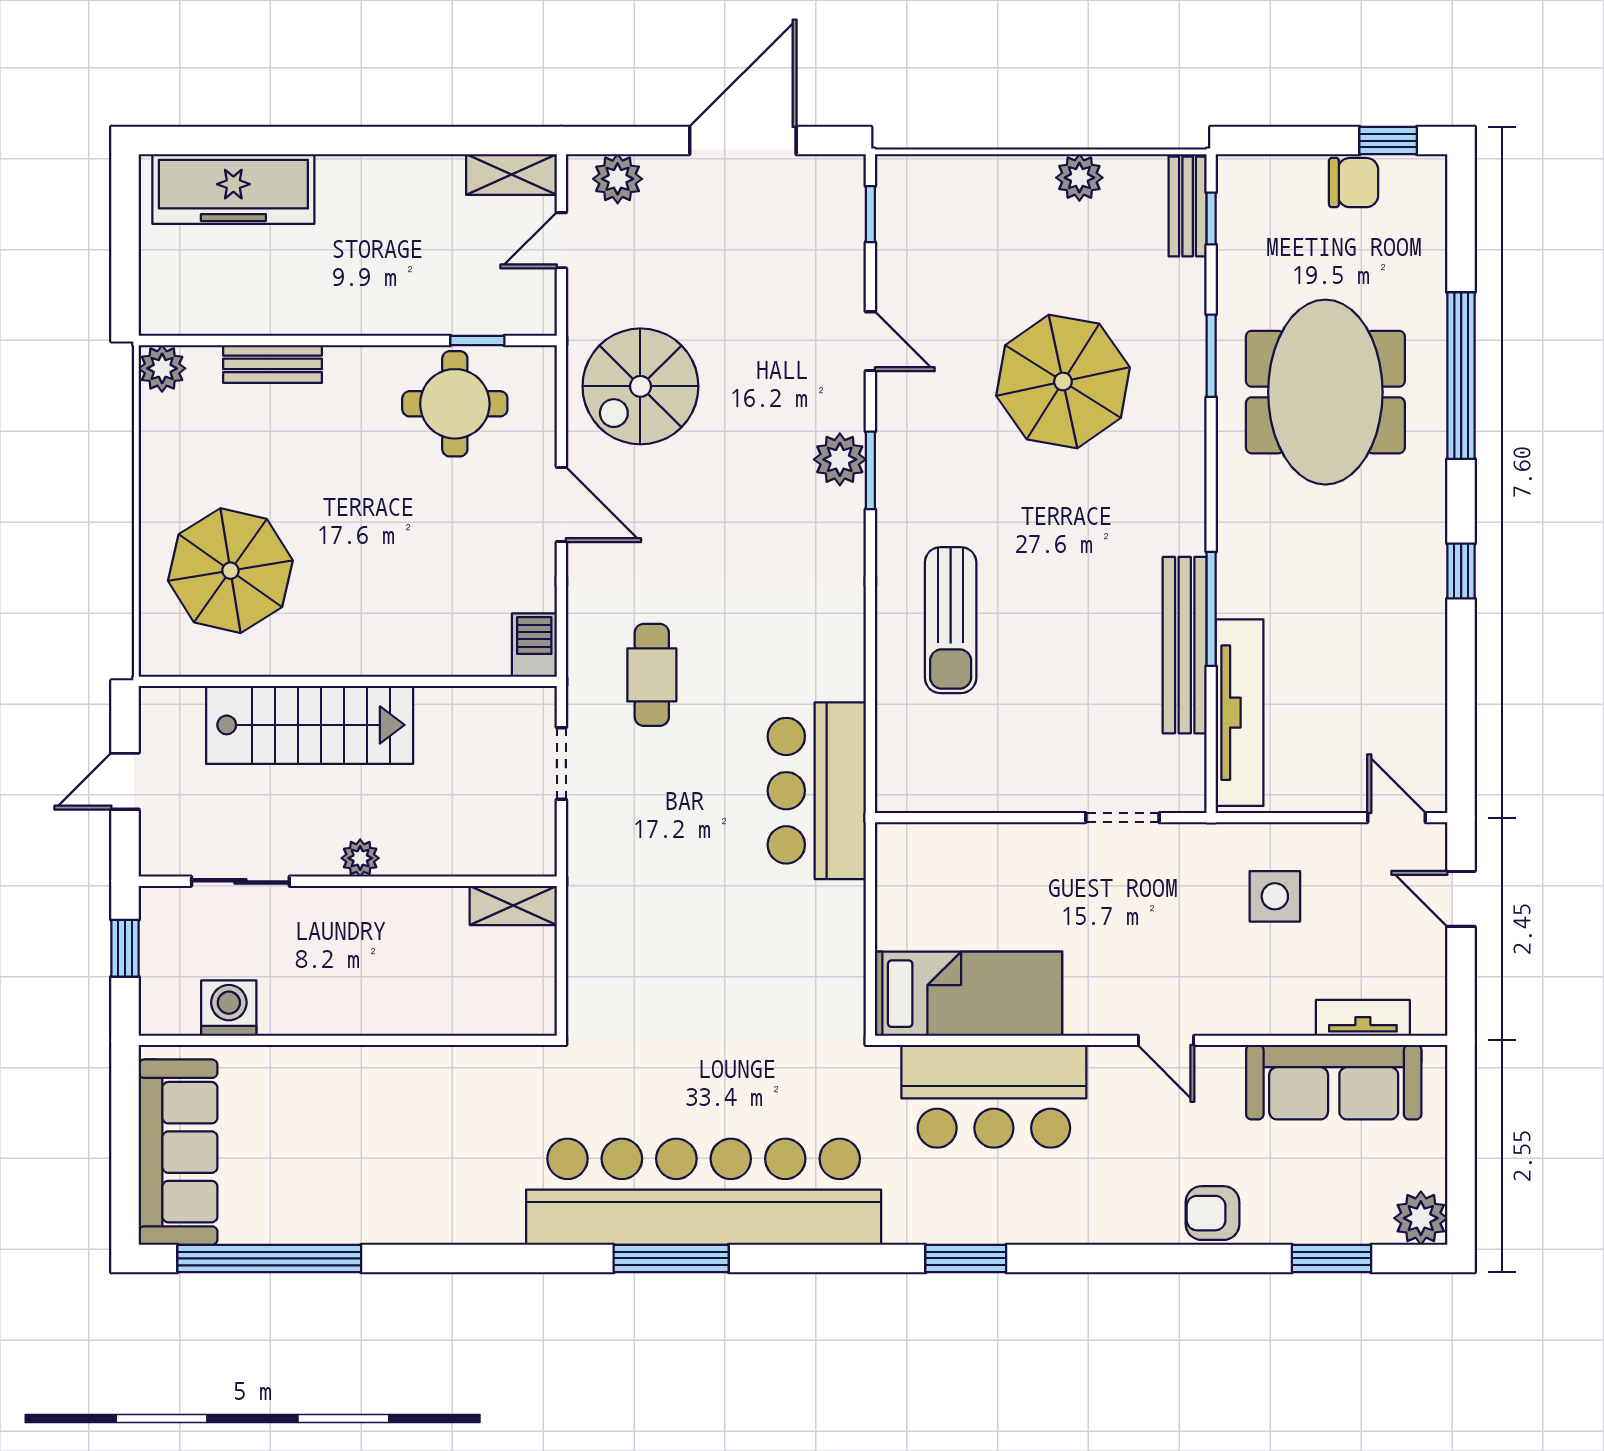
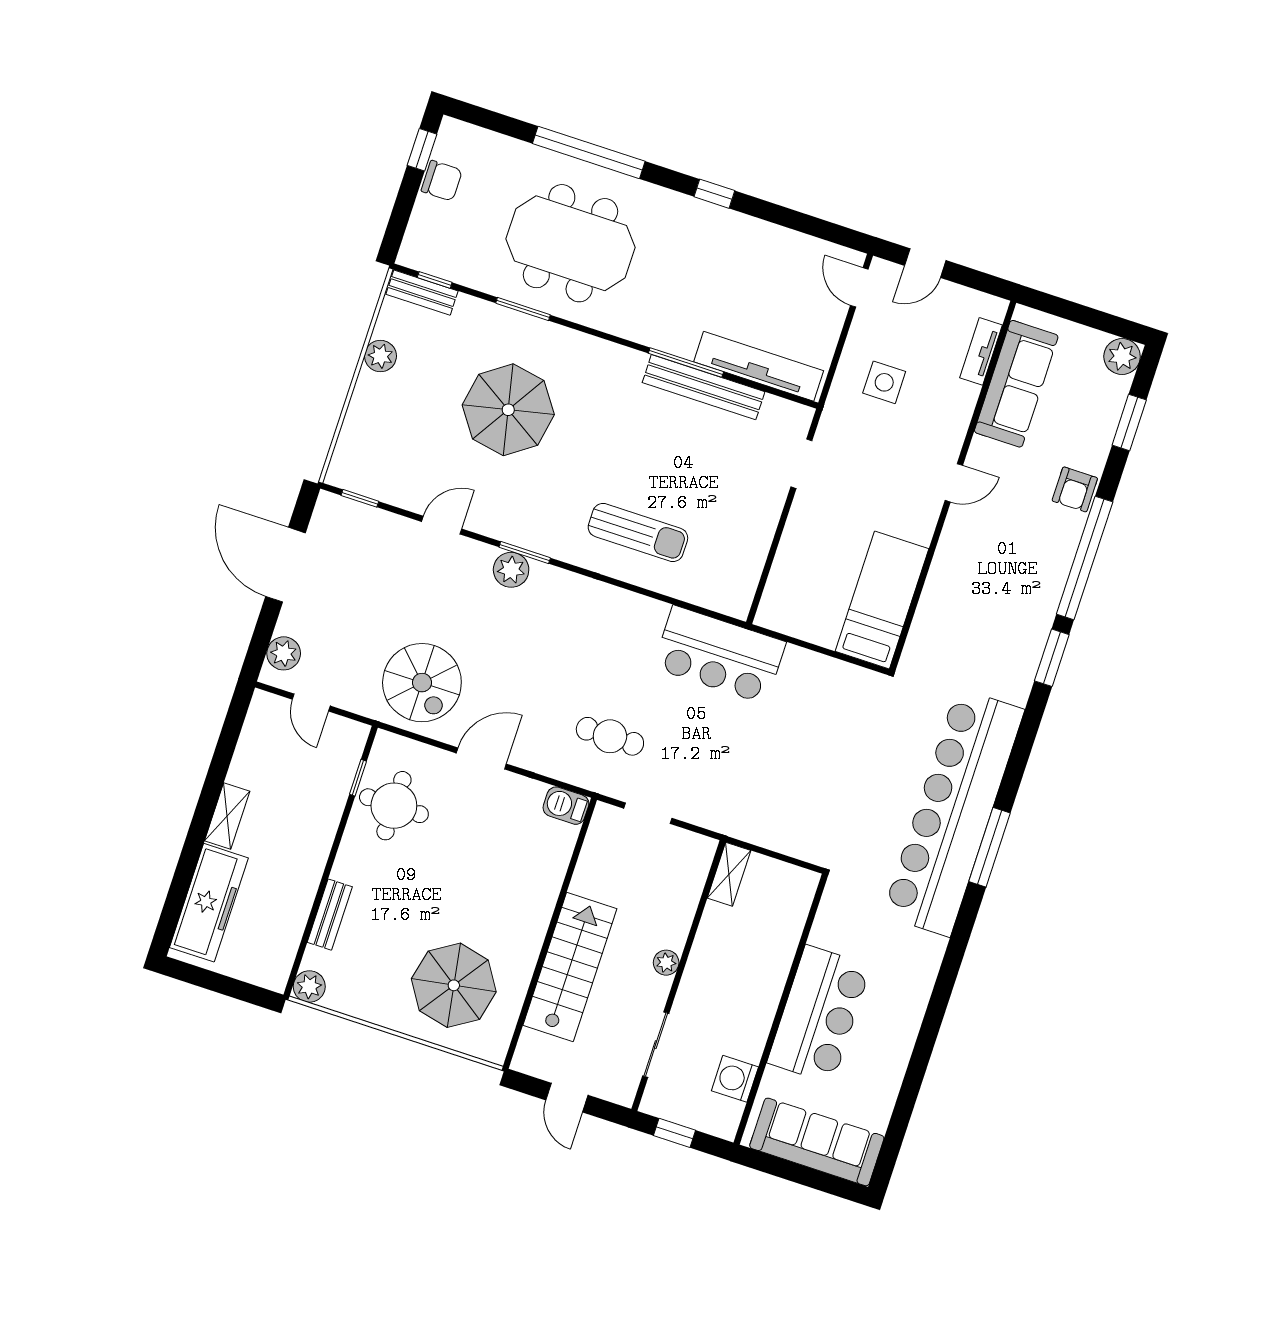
shelving: (512, 175) -> (227, 816), moved
chair: (1354, 183) -> (442, 181), turned 90
door: (1397, 818) -> (859, 287), hinge flipped
bar counter: (994, 1096) -> (819, 1014), moved
window: (269, 1258) -> (1085, 558), moved

